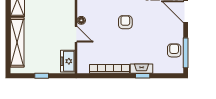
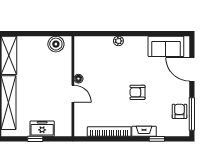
armchair: (125, 22) -> (138, 92), moved, turned -90
freezer: (68, 61) -> (42, 129), moved, turned 90
window: (143, 76) -> (157, 139), moved

